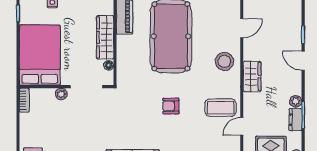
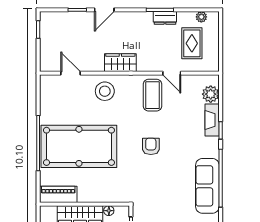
plant: (296, 101) -> (146, 18), removed
armchair: (171, 106) -> (151, 146), turned 180

